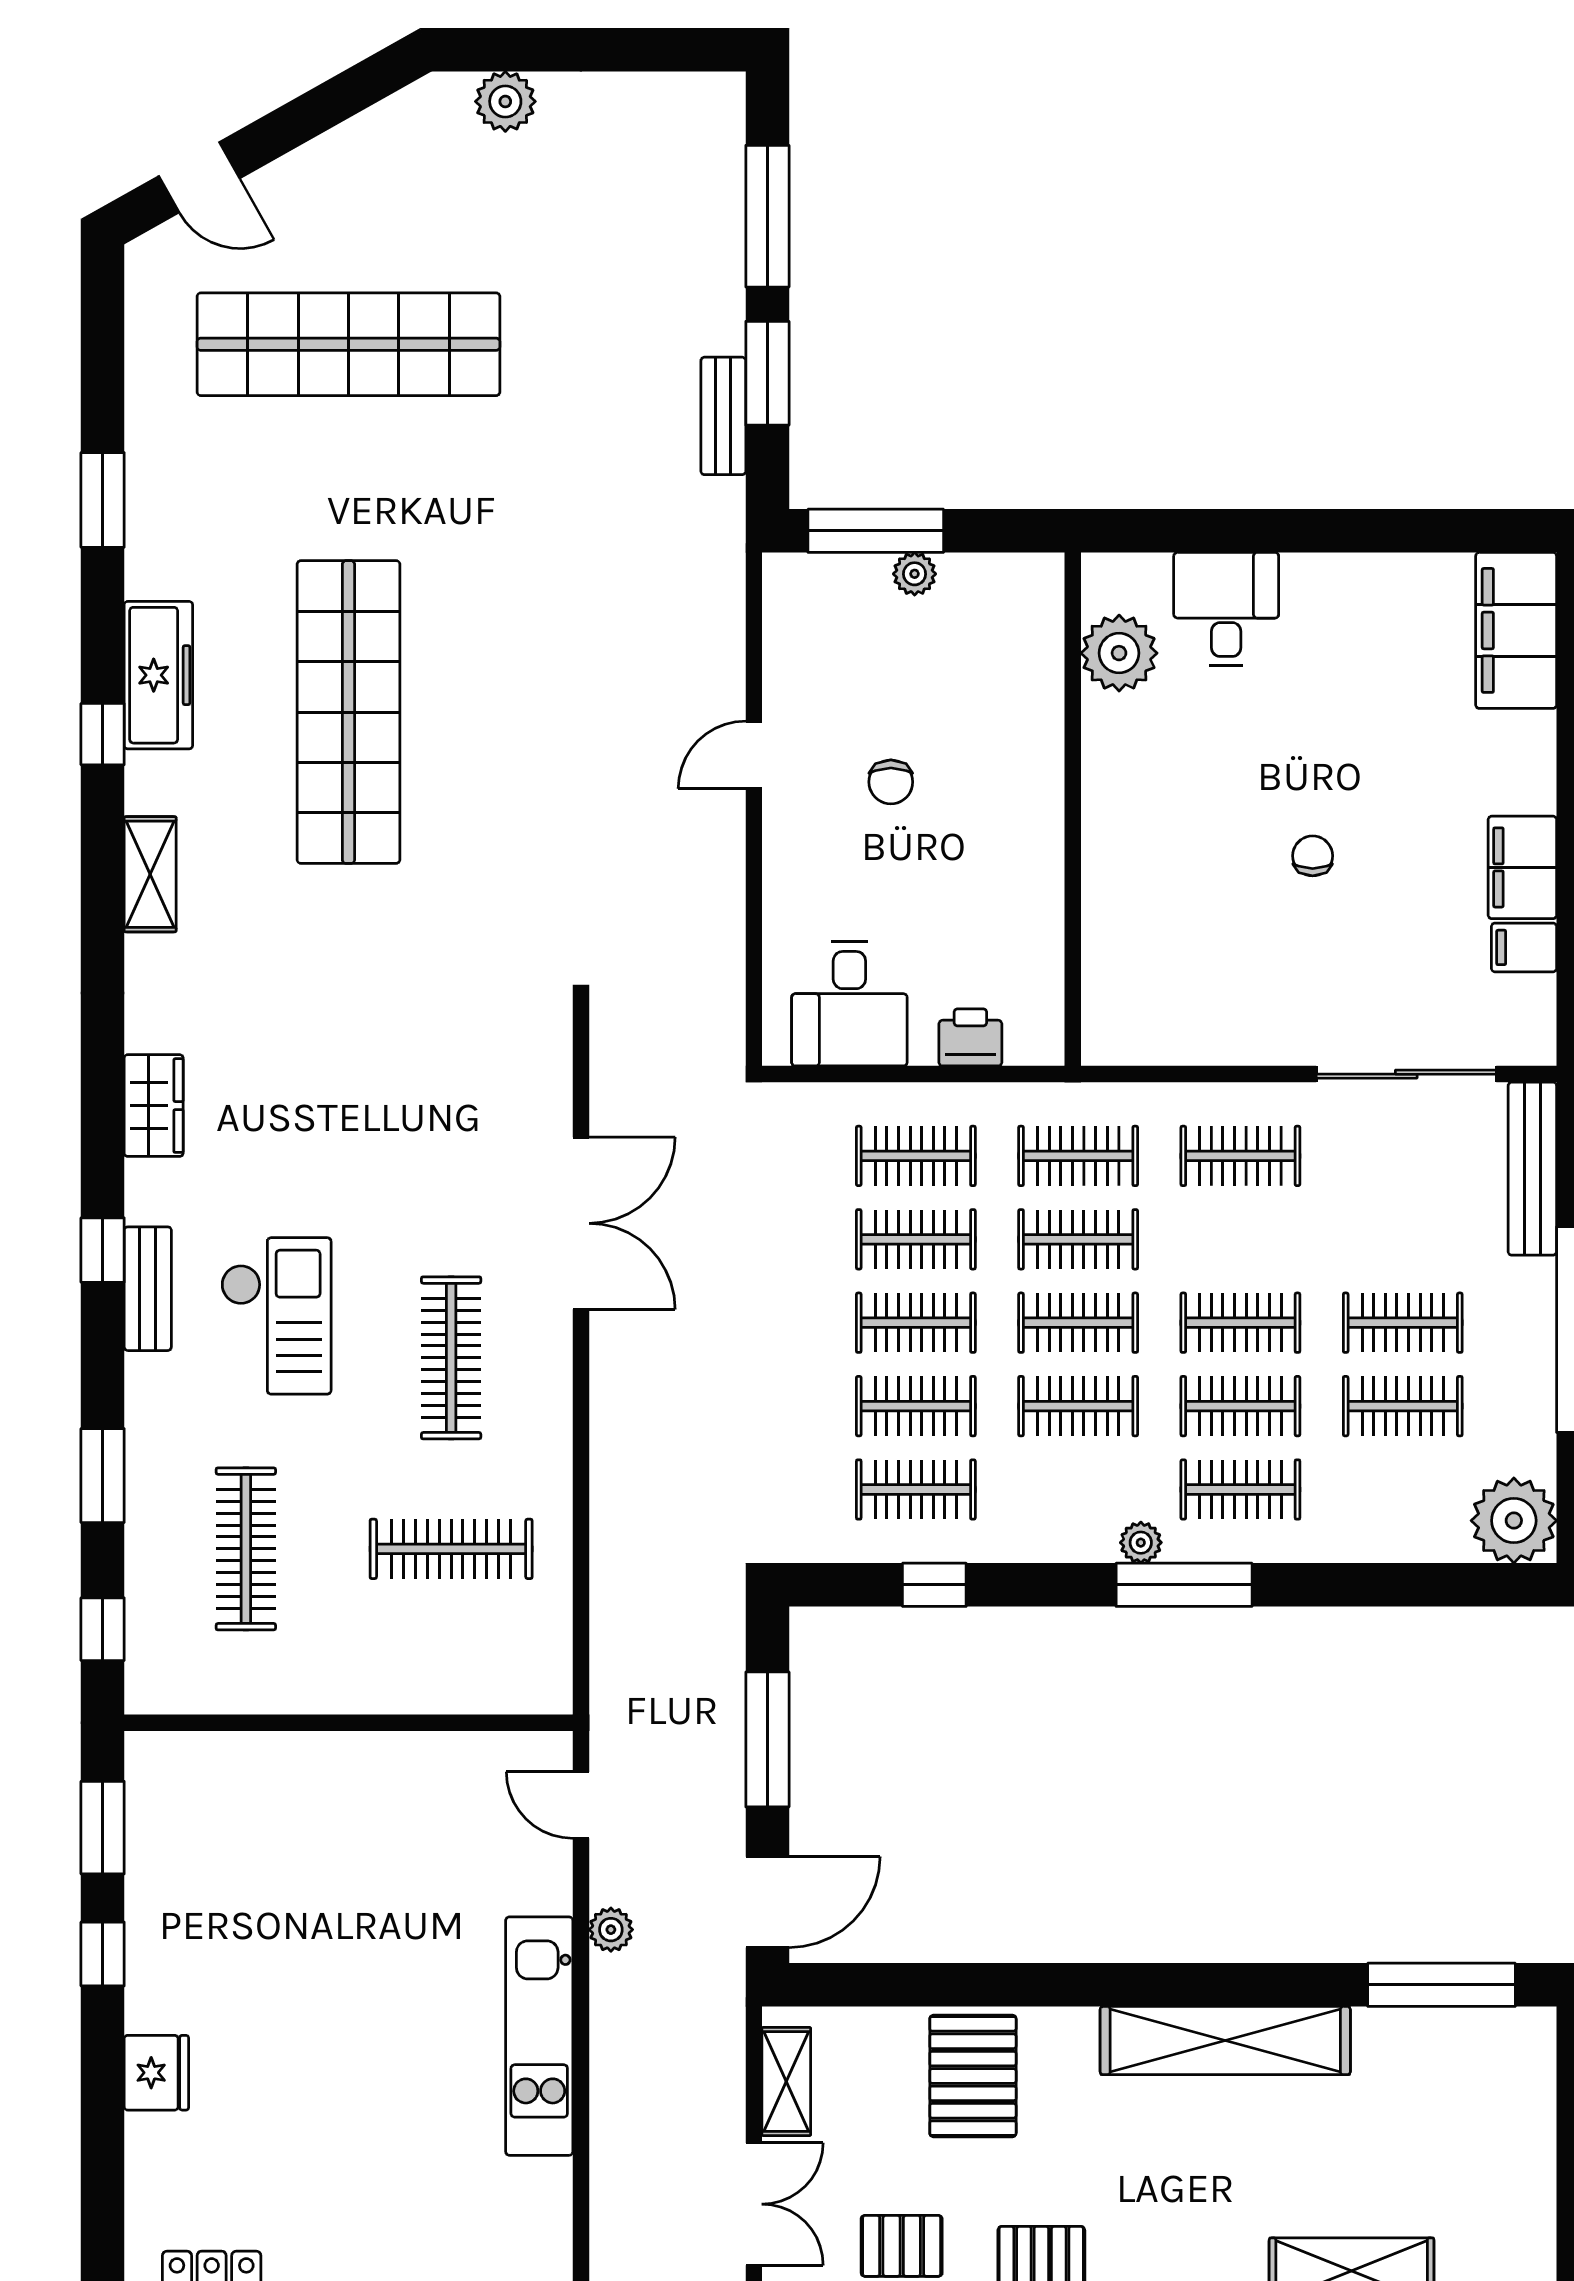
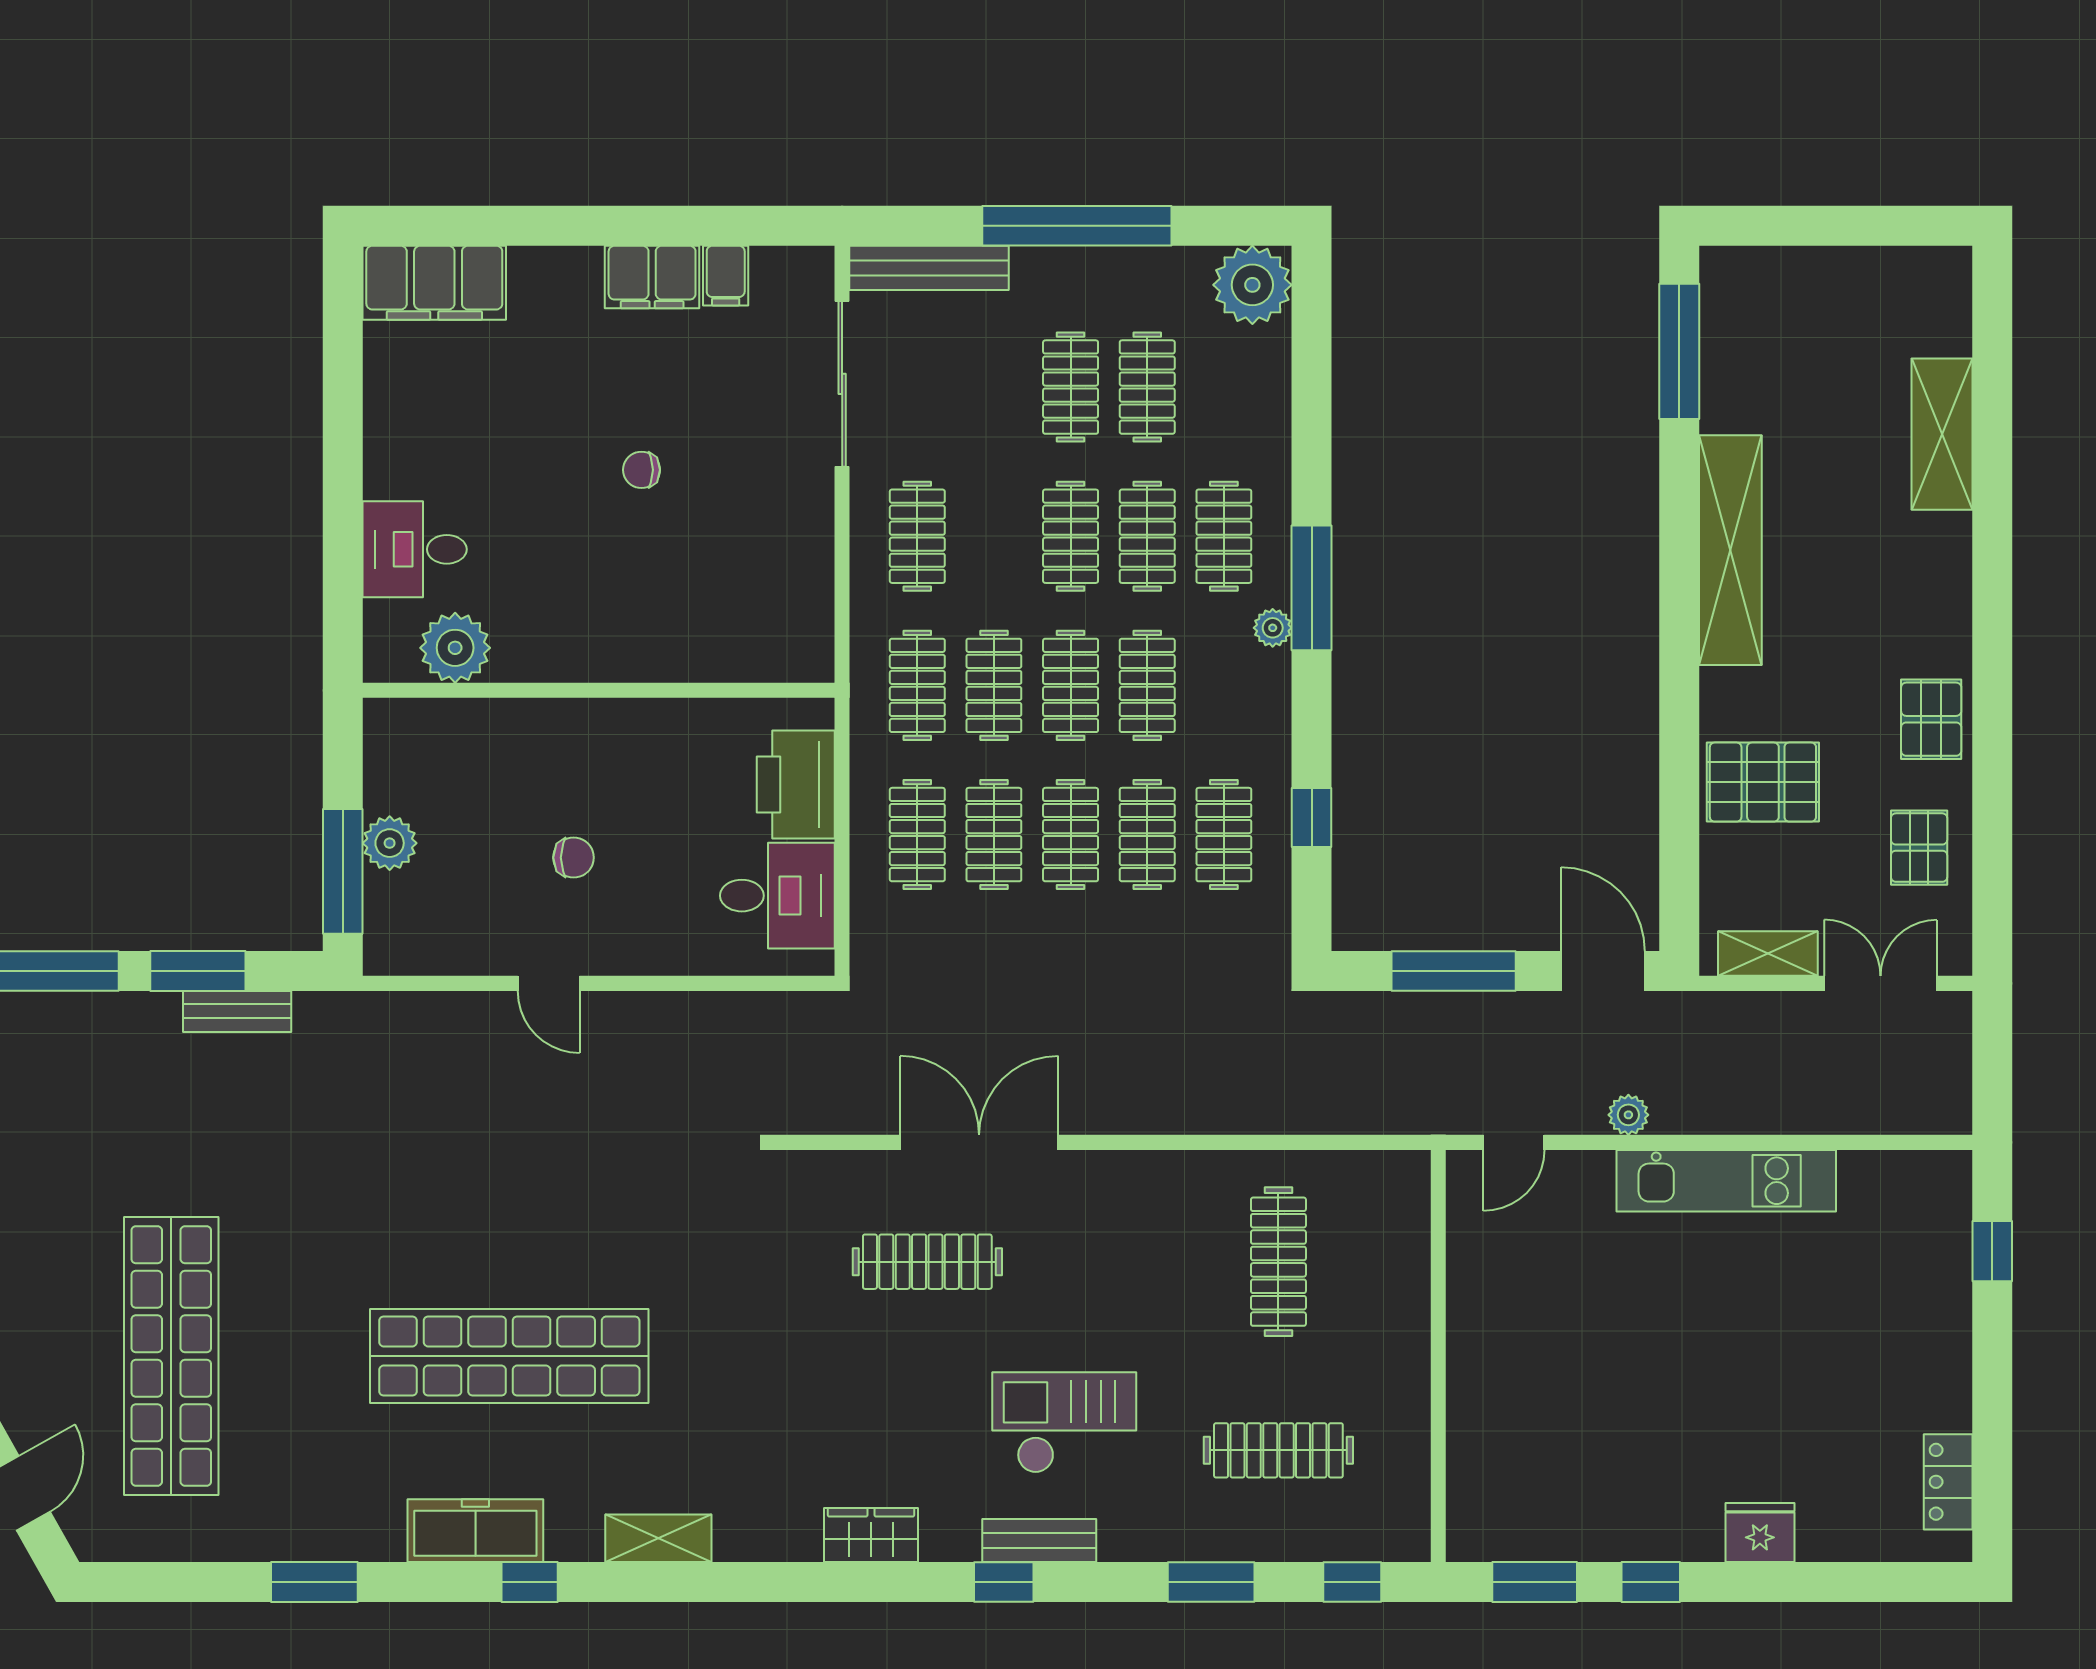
plant: (915, 574) -> (390, 843), width x1.38, depth x1.38
printer: (970, 1037) -> (796, 784), width x1.87, depth x1.48
clothes rail: (451, 1358) -> (927, 1262), moved

